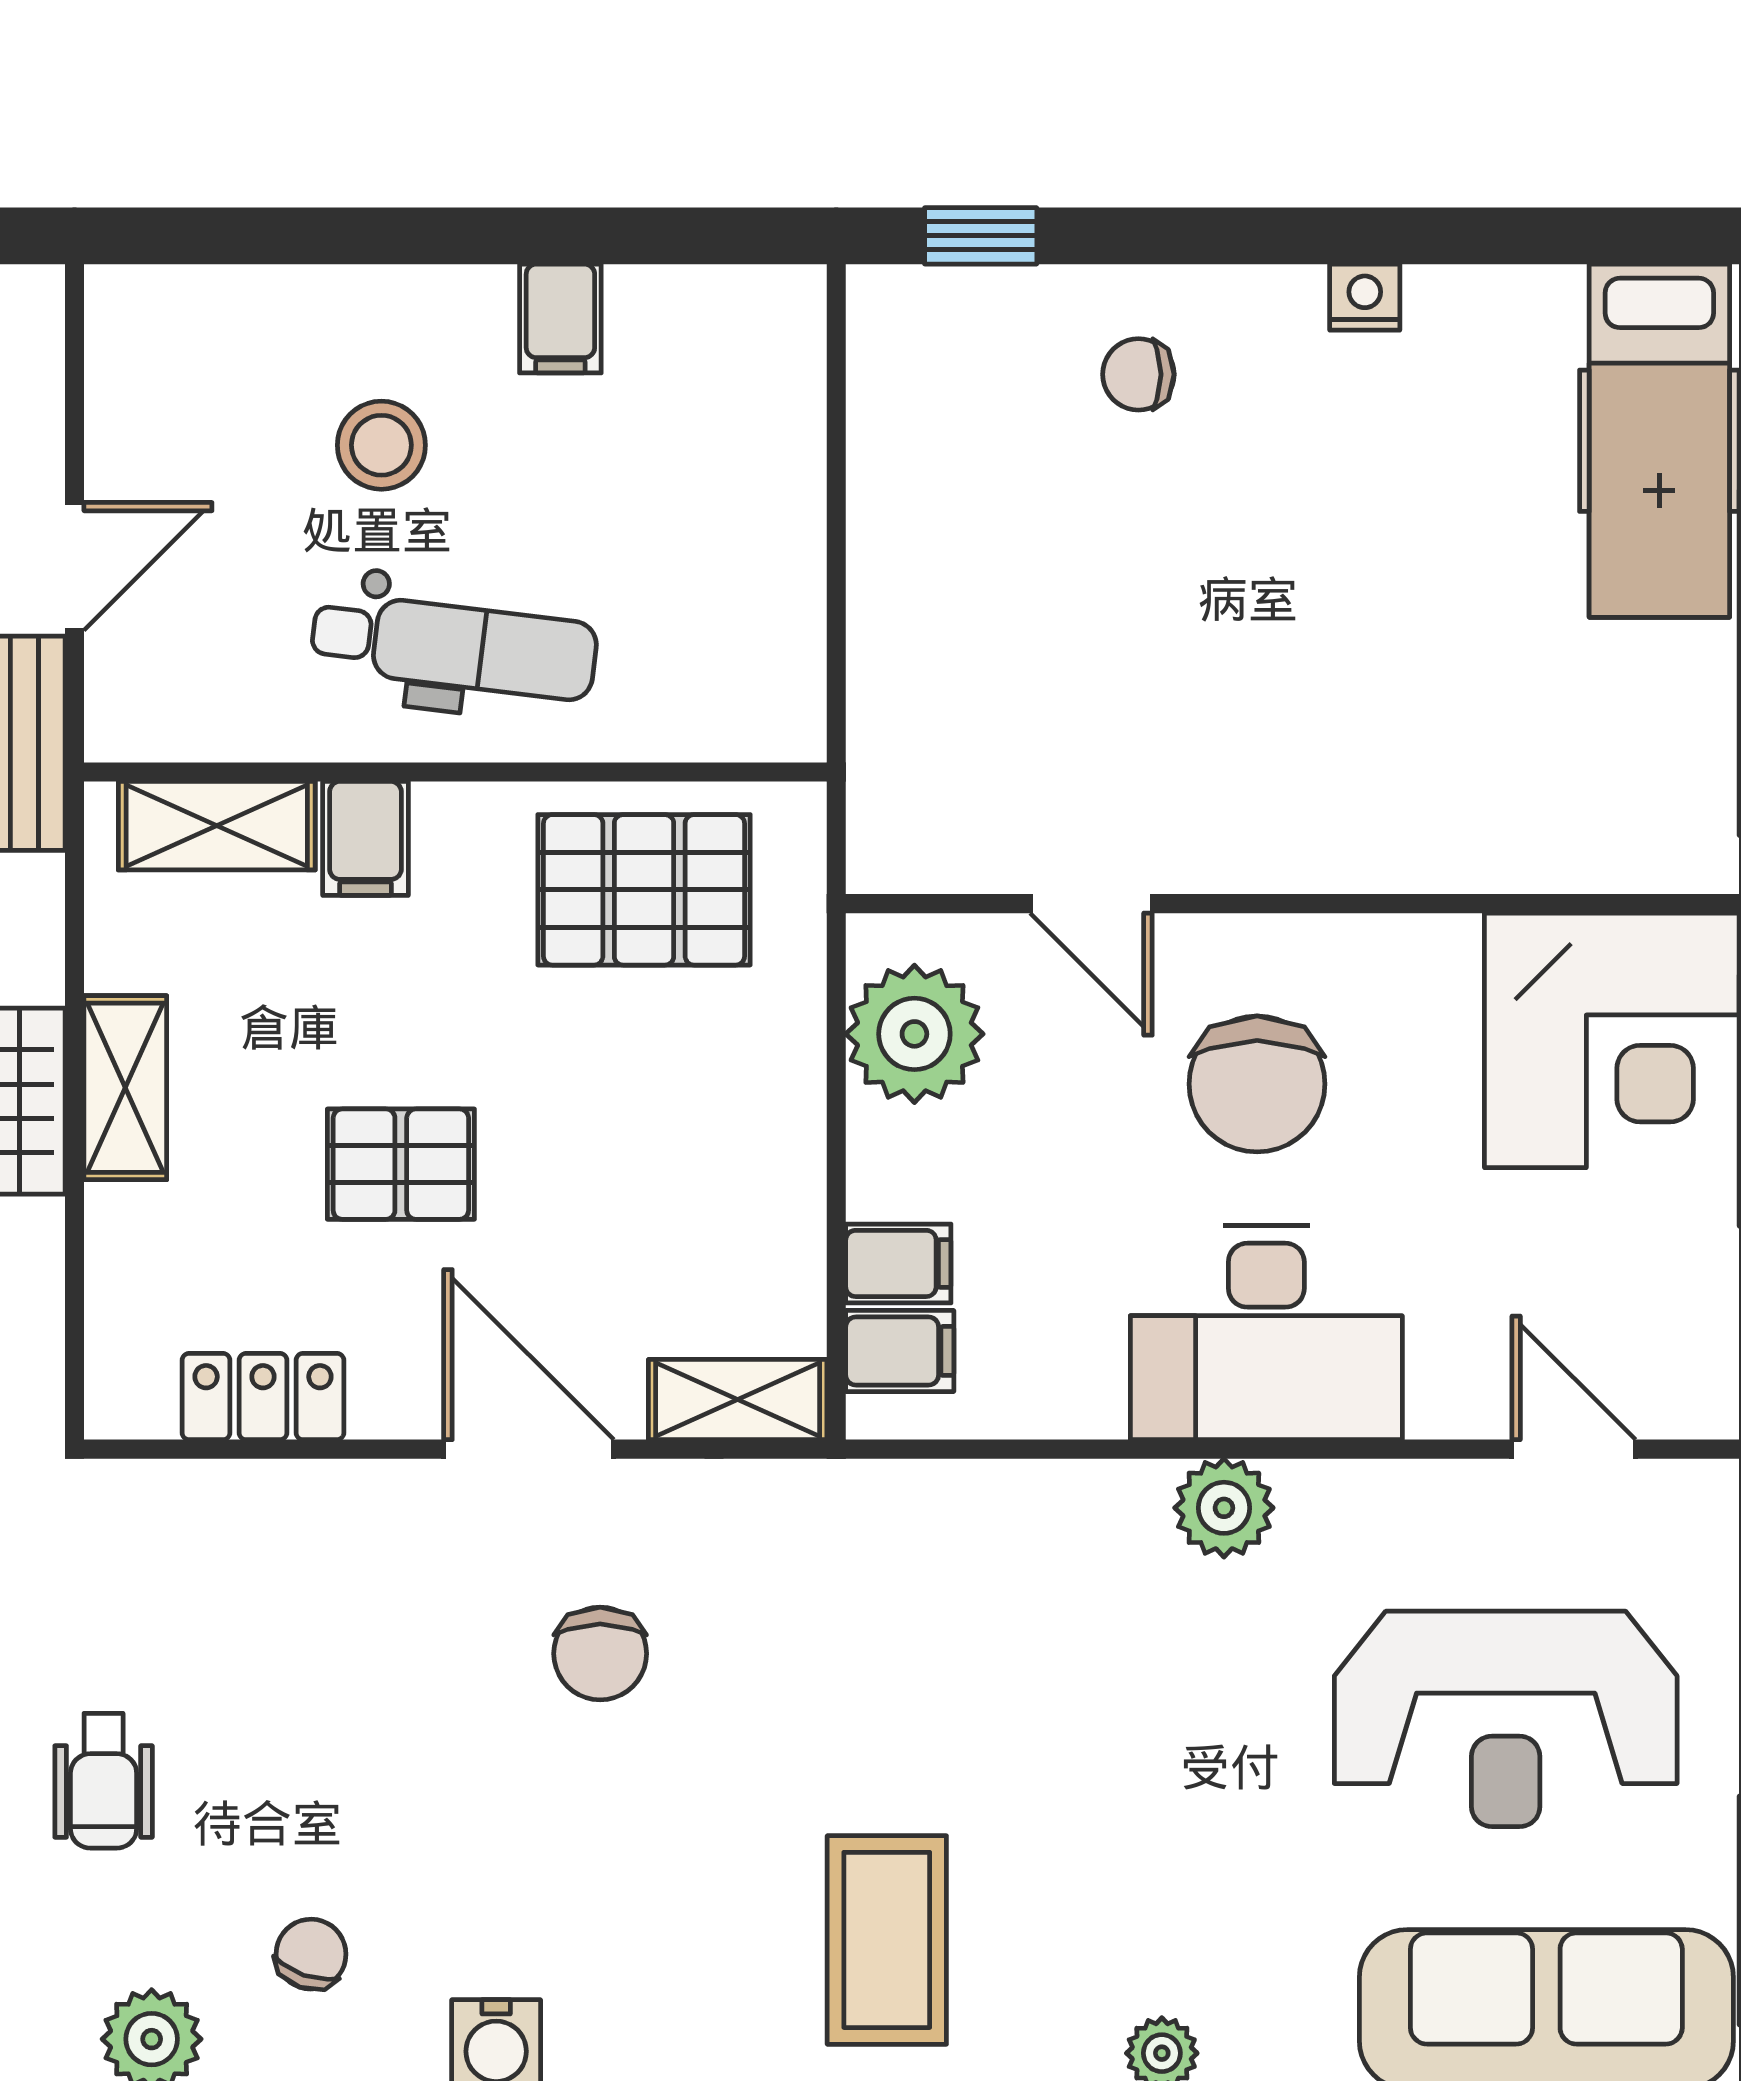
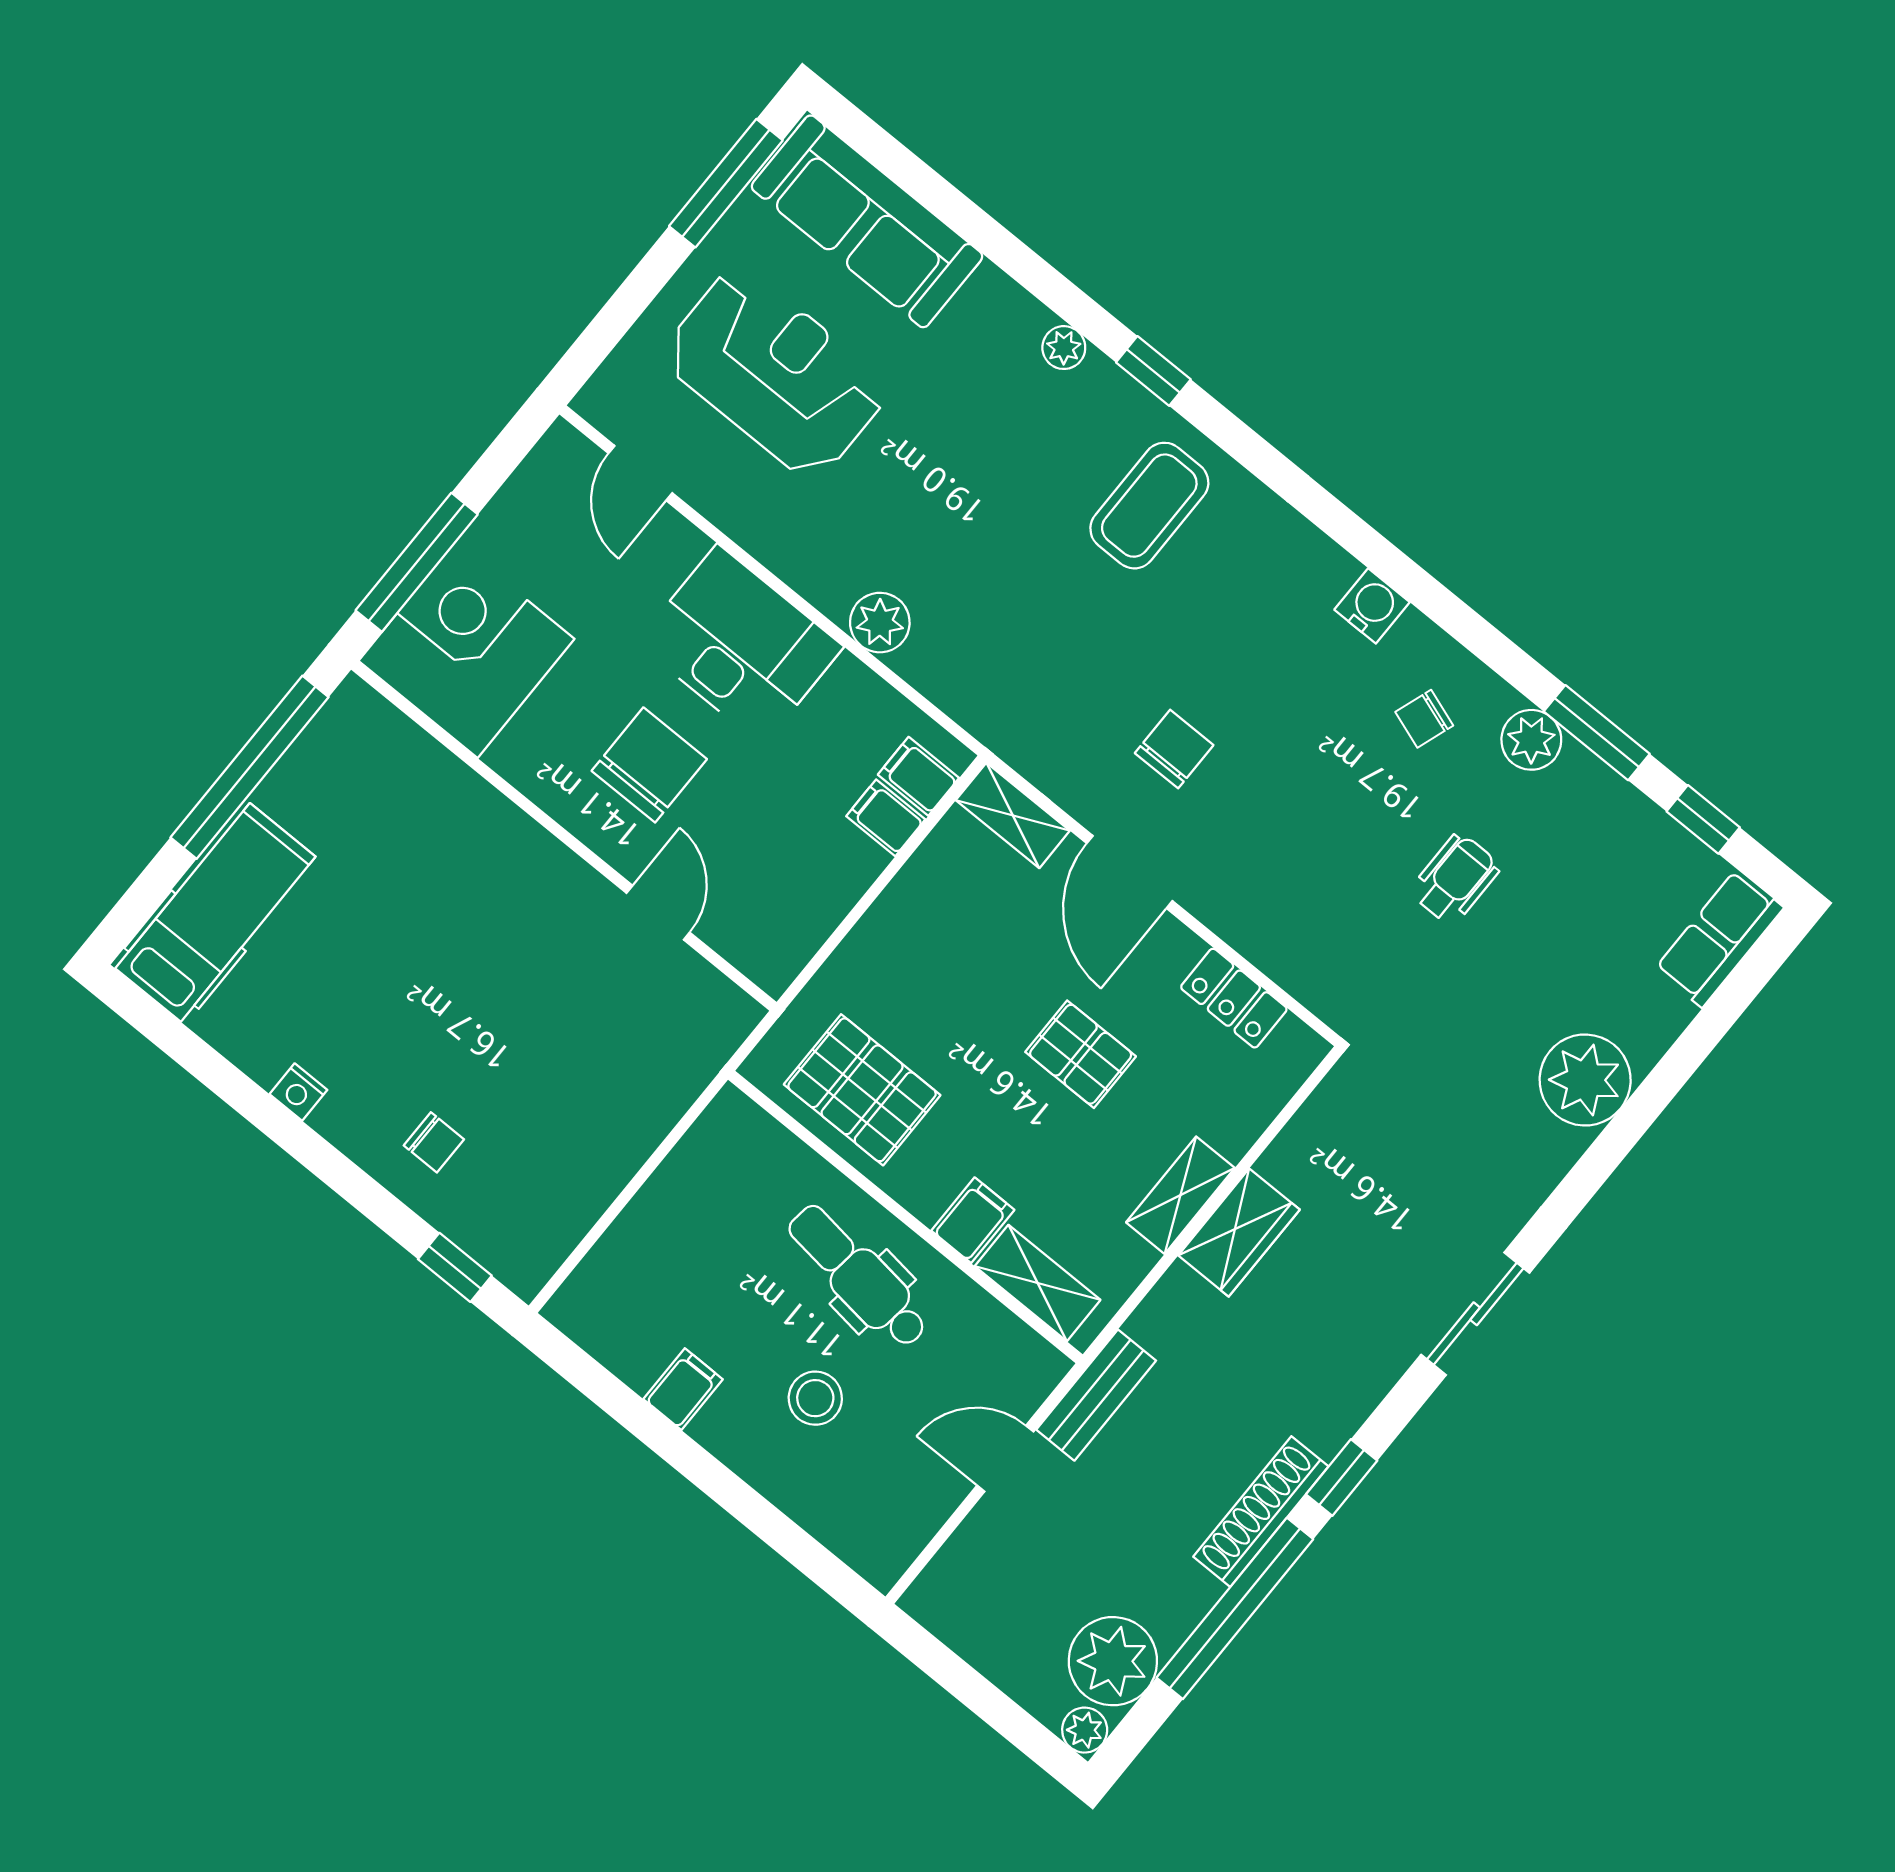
plant: (914, 1034) -> (790, 919), removed
plant: (1224, 1508) -> (880, 623), moved

